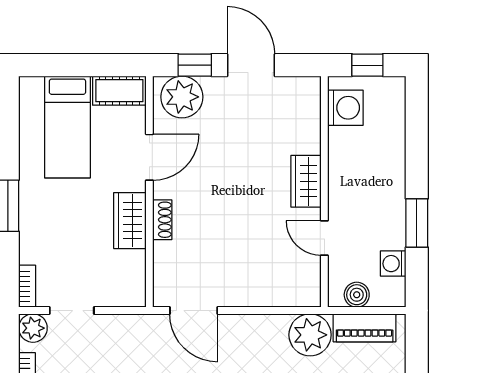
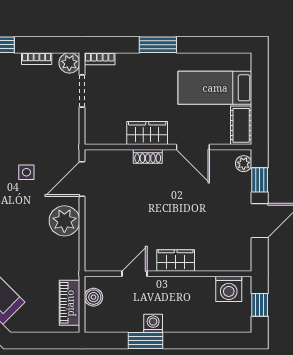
plant: (182, 97) -> (244, 164), width x0.53, depth x0.53
washing machine: (393, 264) -> (153, 323), moved
plant: (310, 335) -> (64, 221), moved

